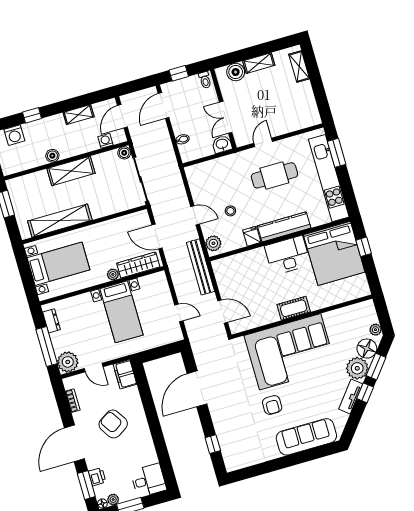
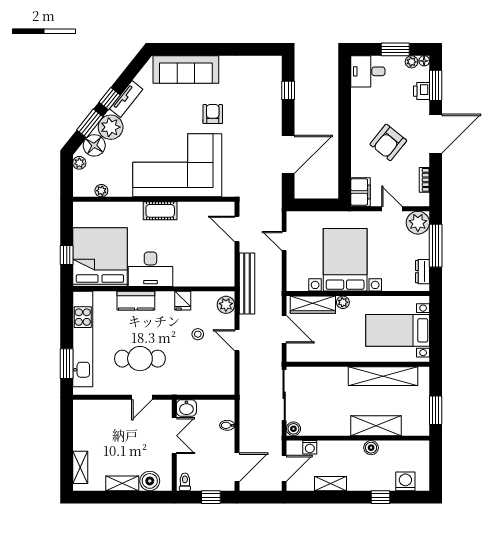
shelving: (71, 171) -> (376, 426), moved
kitchen counter: (284, 227) -> (136, 301), width x0.67
plant: (349, 311) -> (101, 191), added
bed with nightstands: (121, 312) -> (345, 260), width x1.36
armchair: (113, 424) -> (388, 142), turned 72

